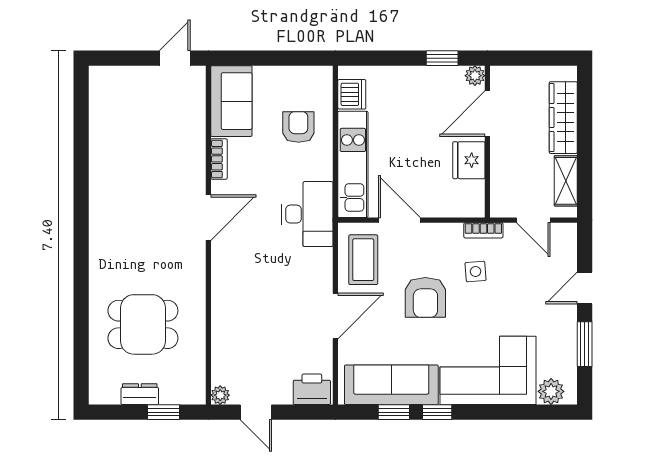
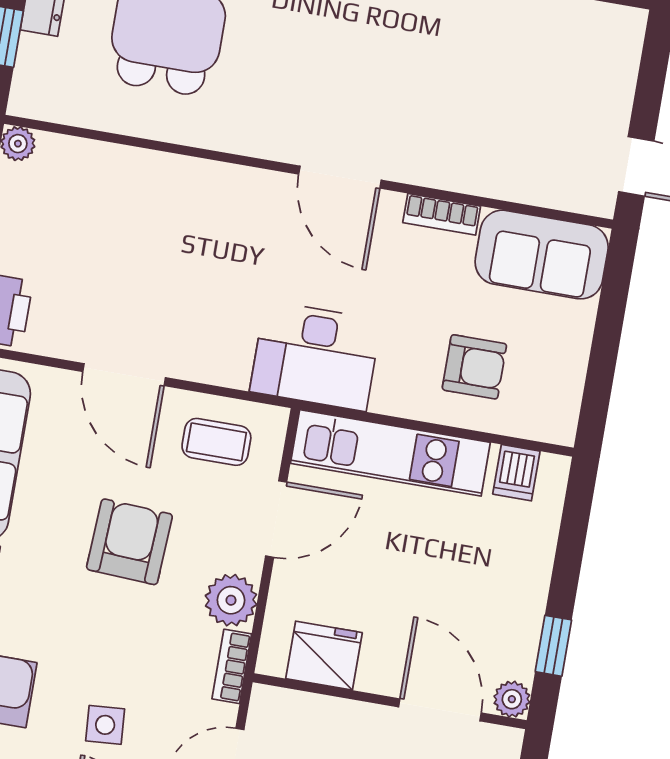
dishwasher: (352, 94) -> (516, 473), width x0.73
fridge: (469, 160) -> (324, 656), moved
plant: (448, 237) -> (231, 600), added
coffee table: (363, 260) -> (216, 442), width x0.73, depth x0.77
side table: (476, 272) -> (105, 725), moved
armchair: (425, 297) -> (129, 542), turned 93

